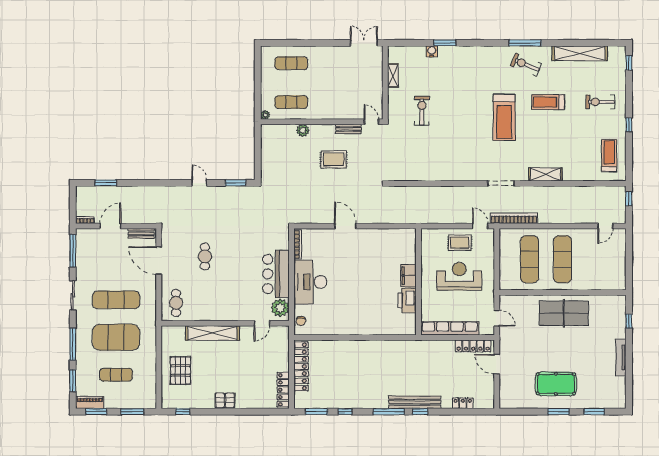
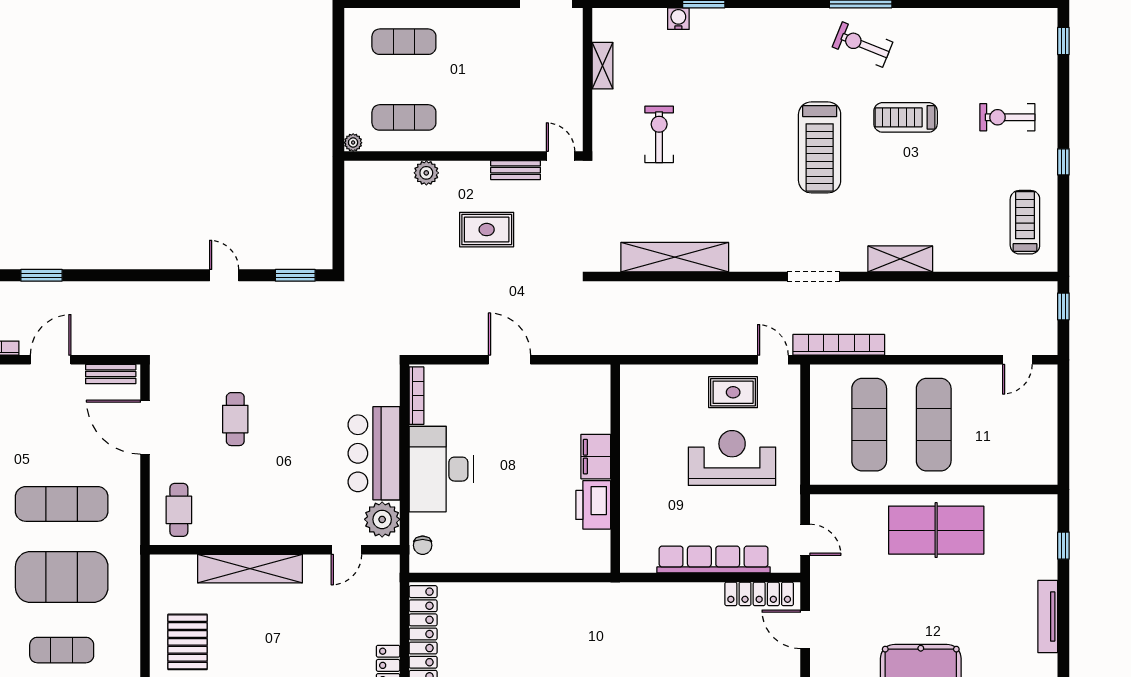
shelving: (580, 53) -> (675, 257), moved
filing cabinet: (408, 276) -> (596, 457), moved
wall: (418, 282) -> (615, 469), moved
printer: (407, 300) -> (593, 505), moved

